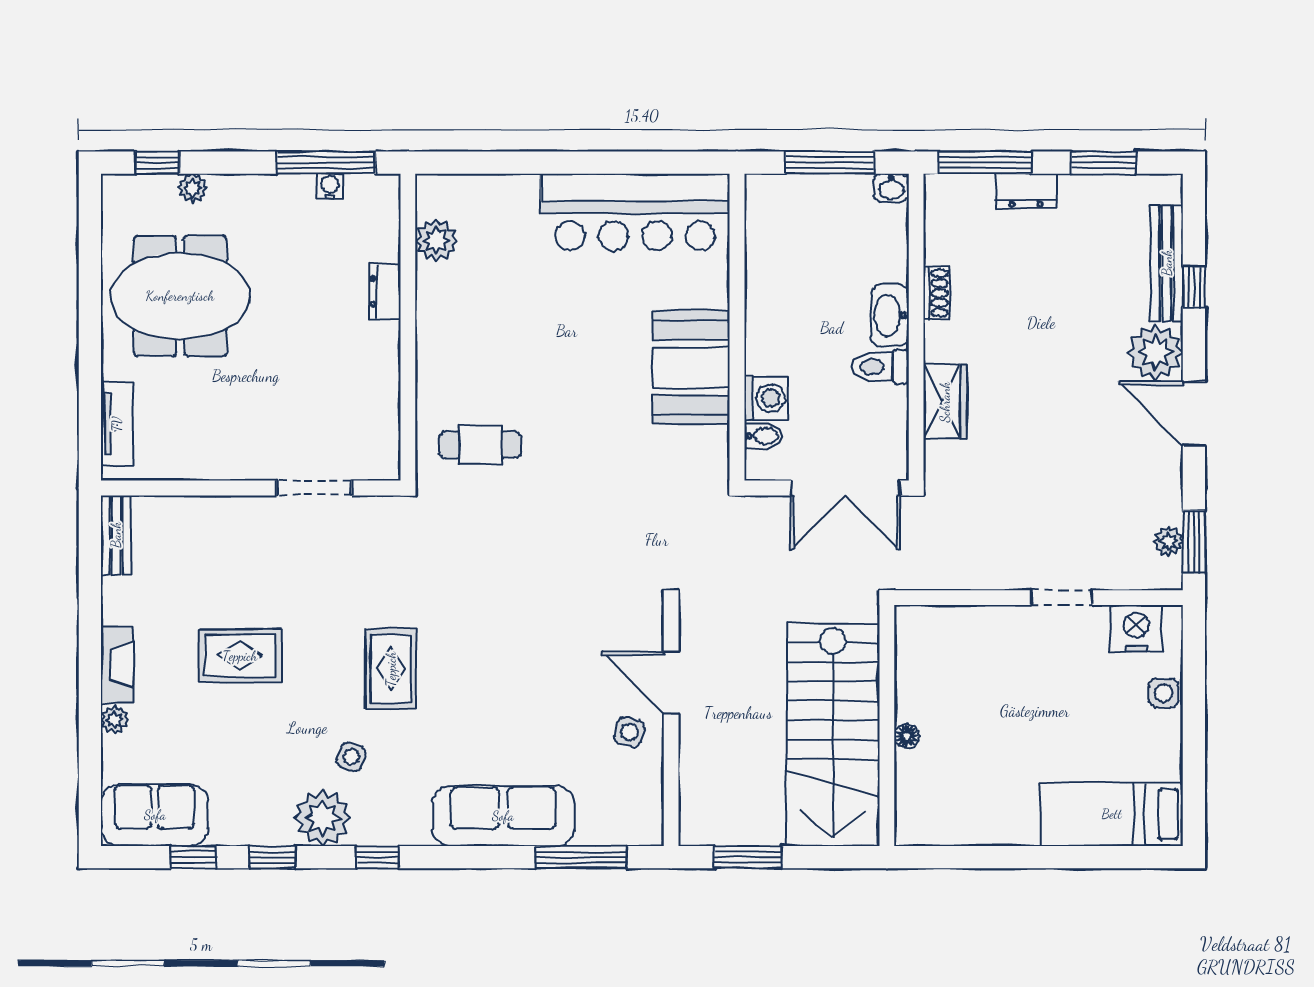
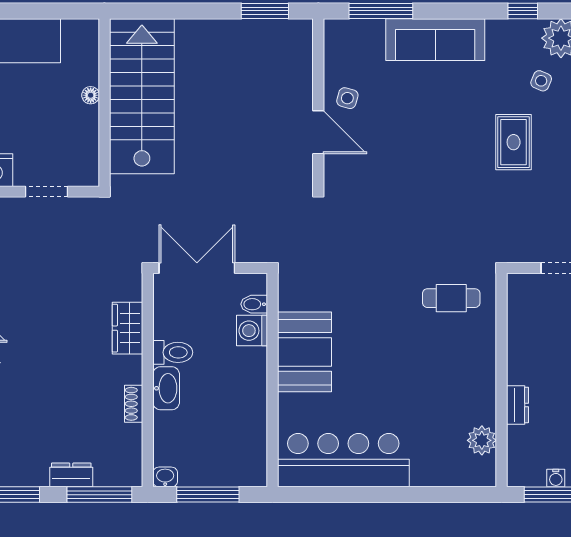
wall: (887, 726) -> (104, 103), moved
stairs: (833, 735) -> (142, 96), moved
floor lamp: (907, 736) -> (91, 95), moved

